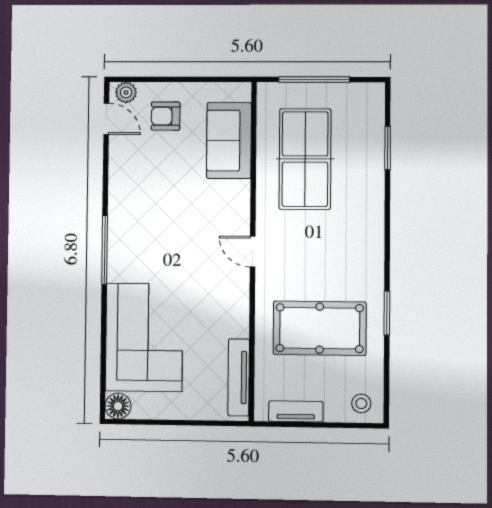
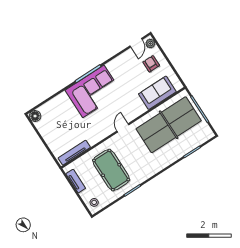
table tennis table: (305, 159) -> (169, 125), width x1.36, depth x1.32
corner sofa: (144, 337) -> (93, 91), moved

